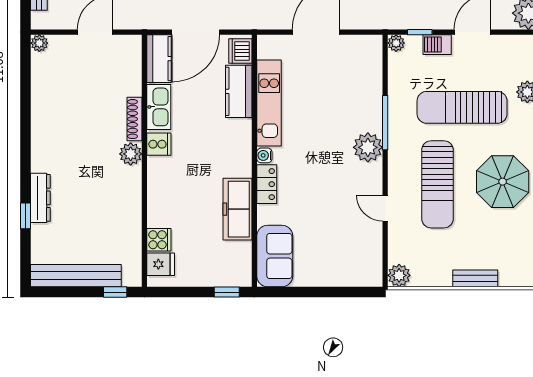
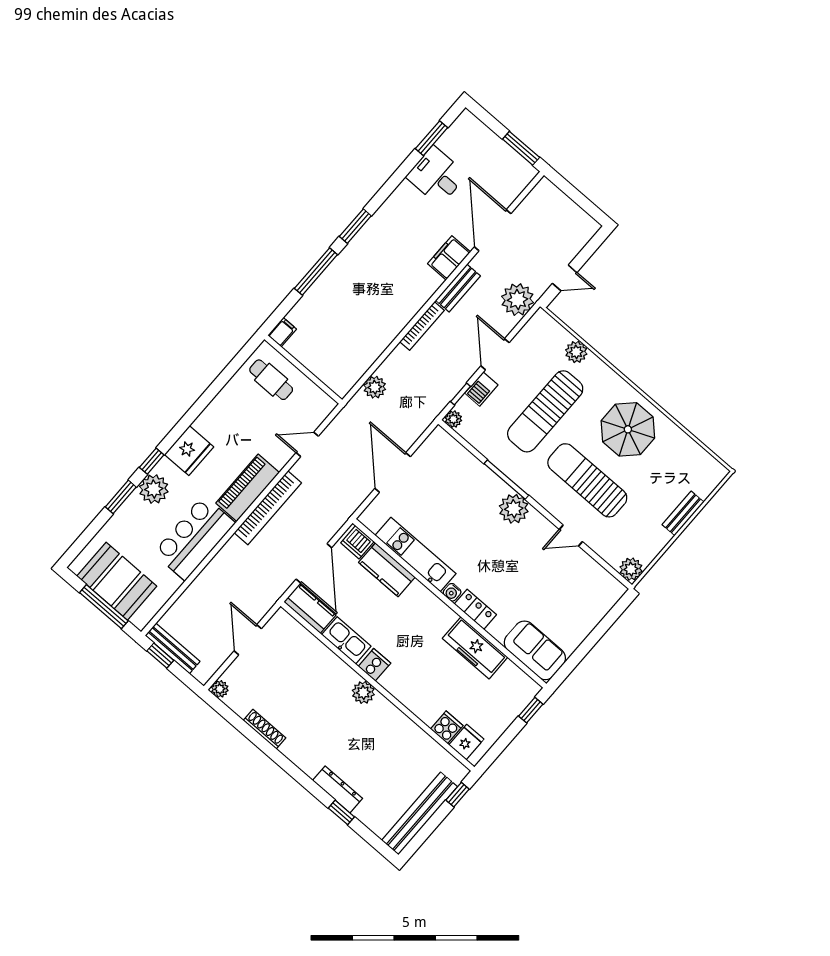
shoe rack: (134, 119) -> (264, 729), moved, turned 180
sun lounger: (438, 184) -> (587, 480), turned 180

